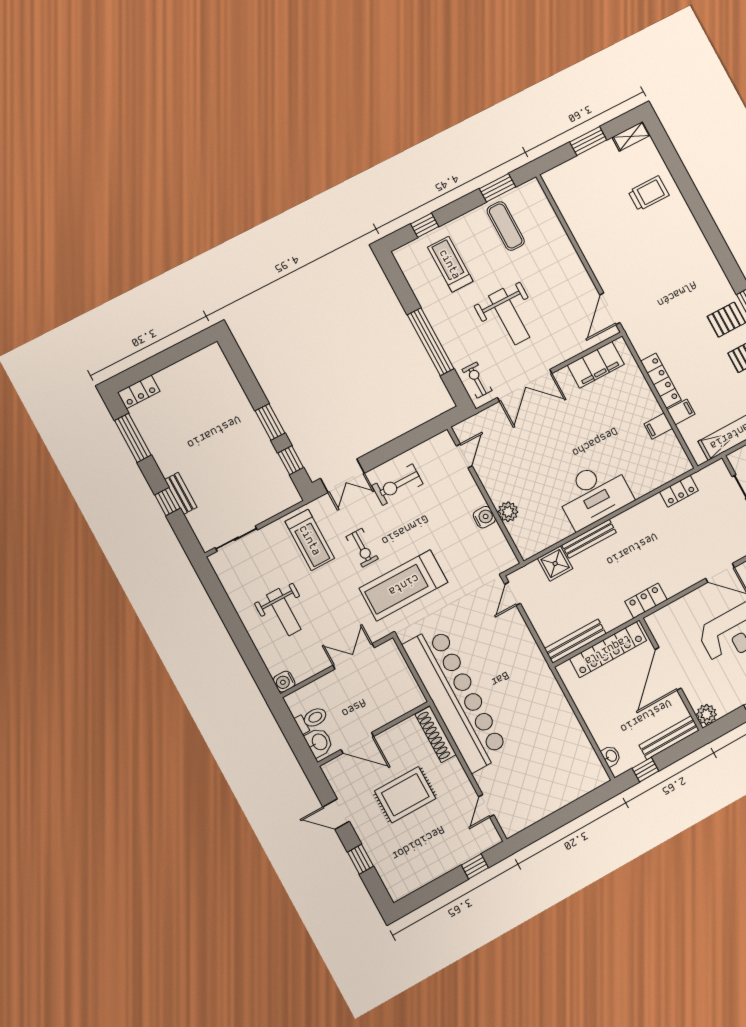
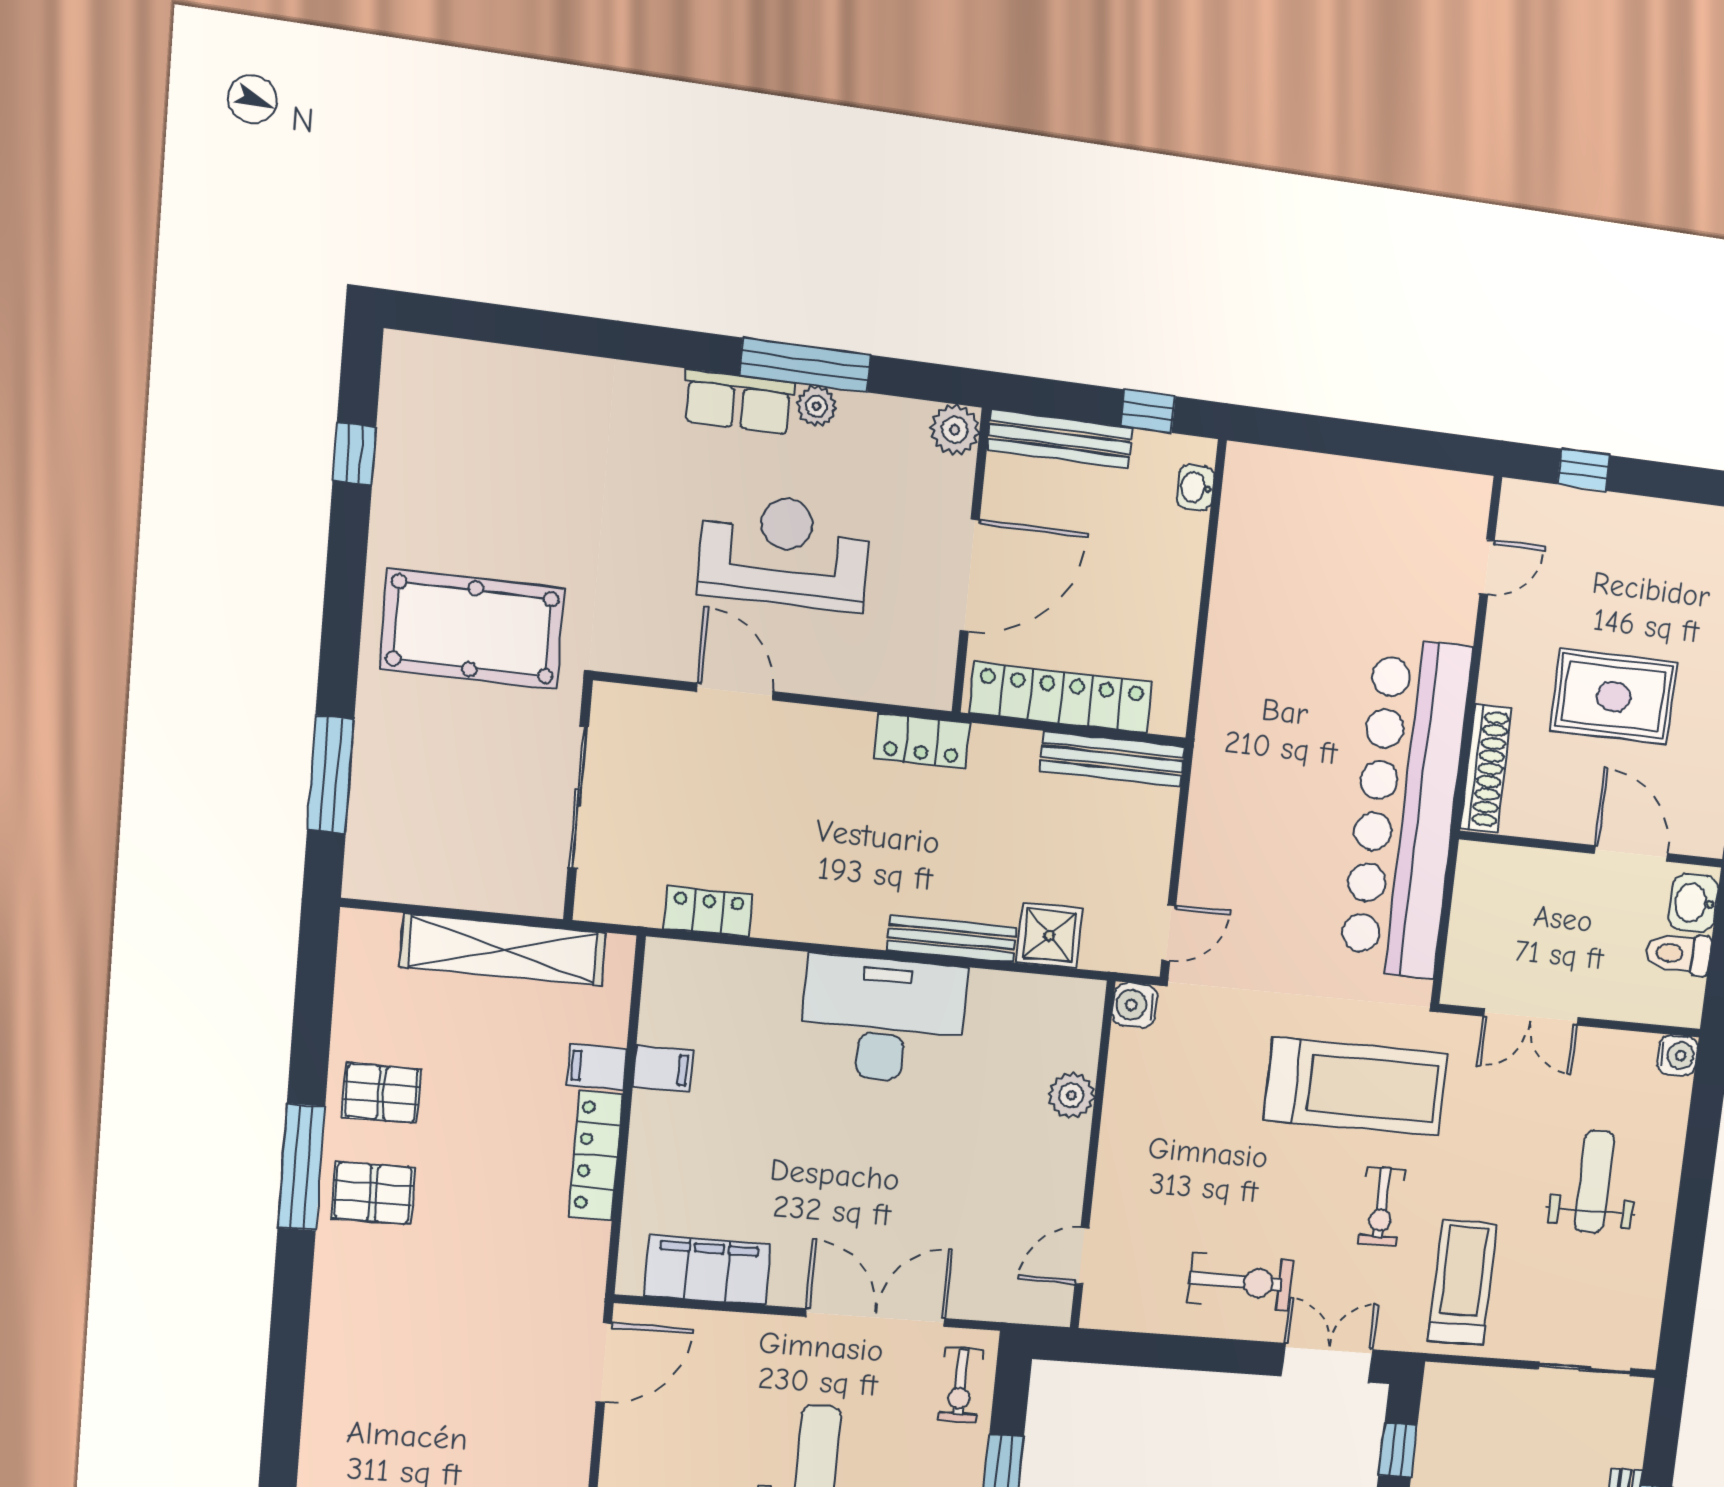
water cooler: (484, 517) -> (1135, 1005), moved
exercise bike: (362, 548) -> (1382, 1207), turned 180

